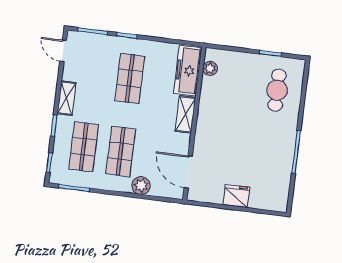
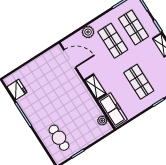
fridge: (236, 196) -> (17, 90), moved, turned -90

